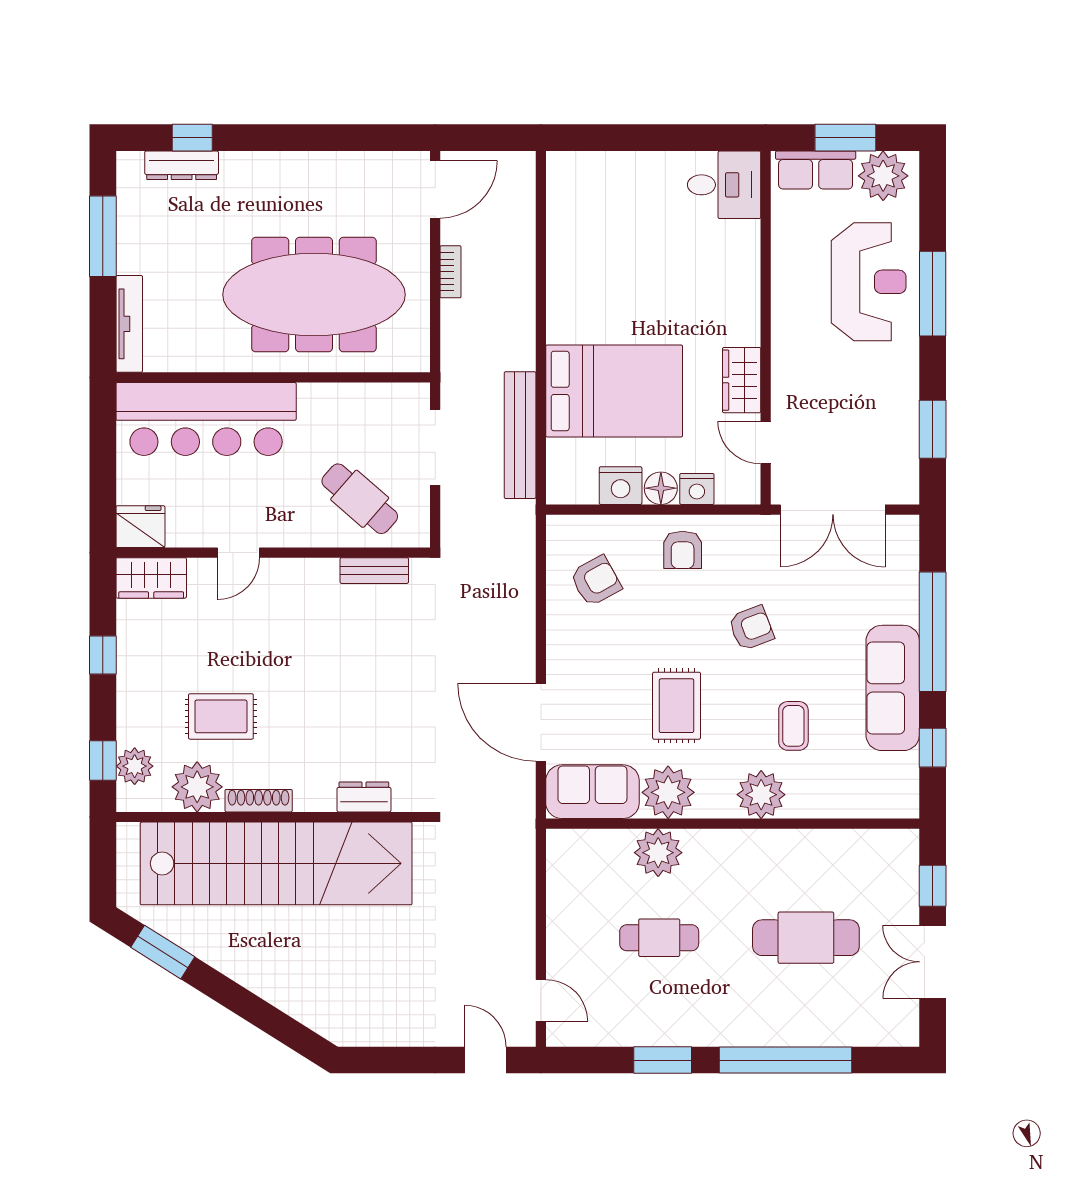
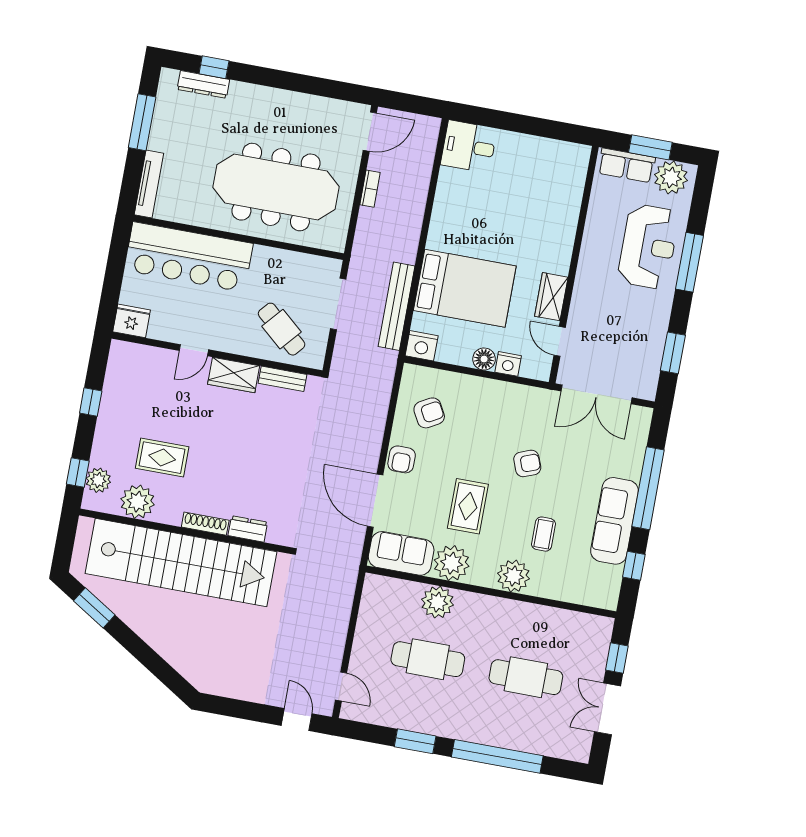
desk: (724, 185) -> (469, 147), moved, turned 180
nightstand: (621, 486) -> (422, 346), moved
armchair: (683, 550) -> (402, 459), moved
wardrobe: (151, 578) -> (234, 375), moved
shoe rack: (259, 801) -> (205, 524), moved
cafe table: (659, 938) -> (428, 659), width x1.37, depth x1.35

